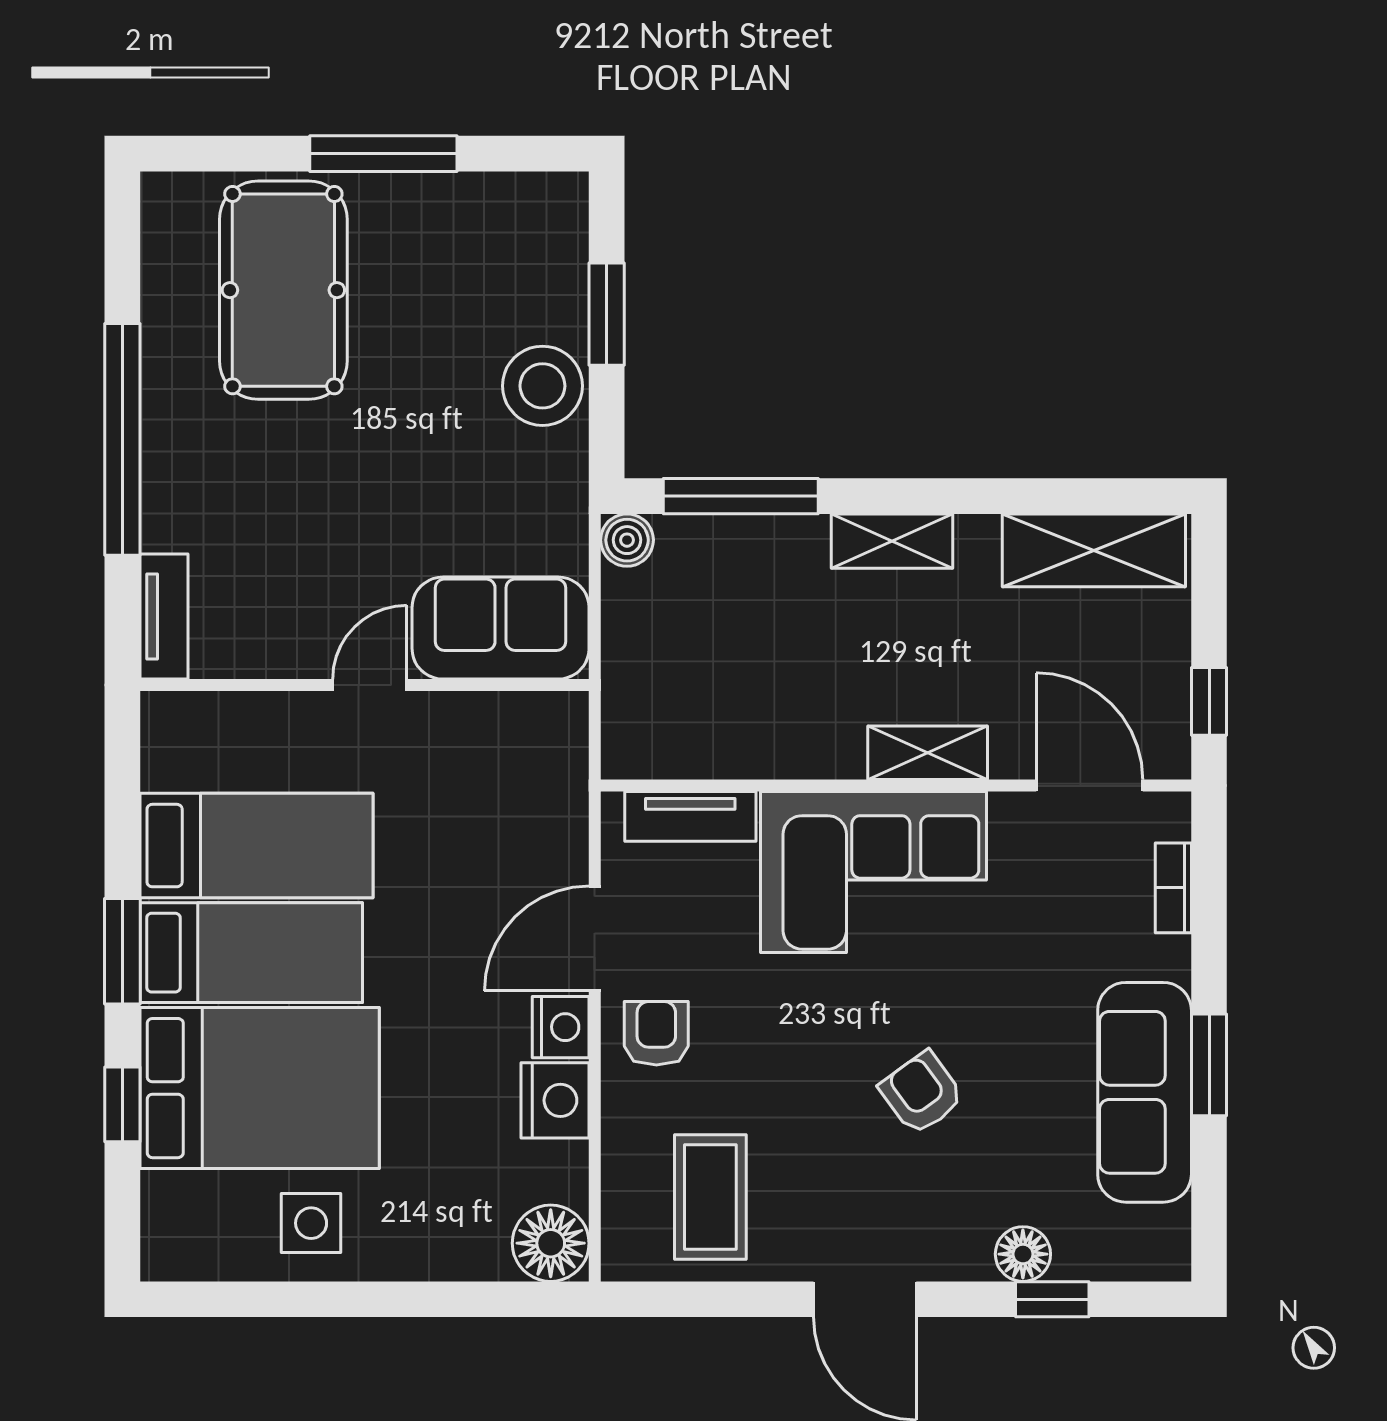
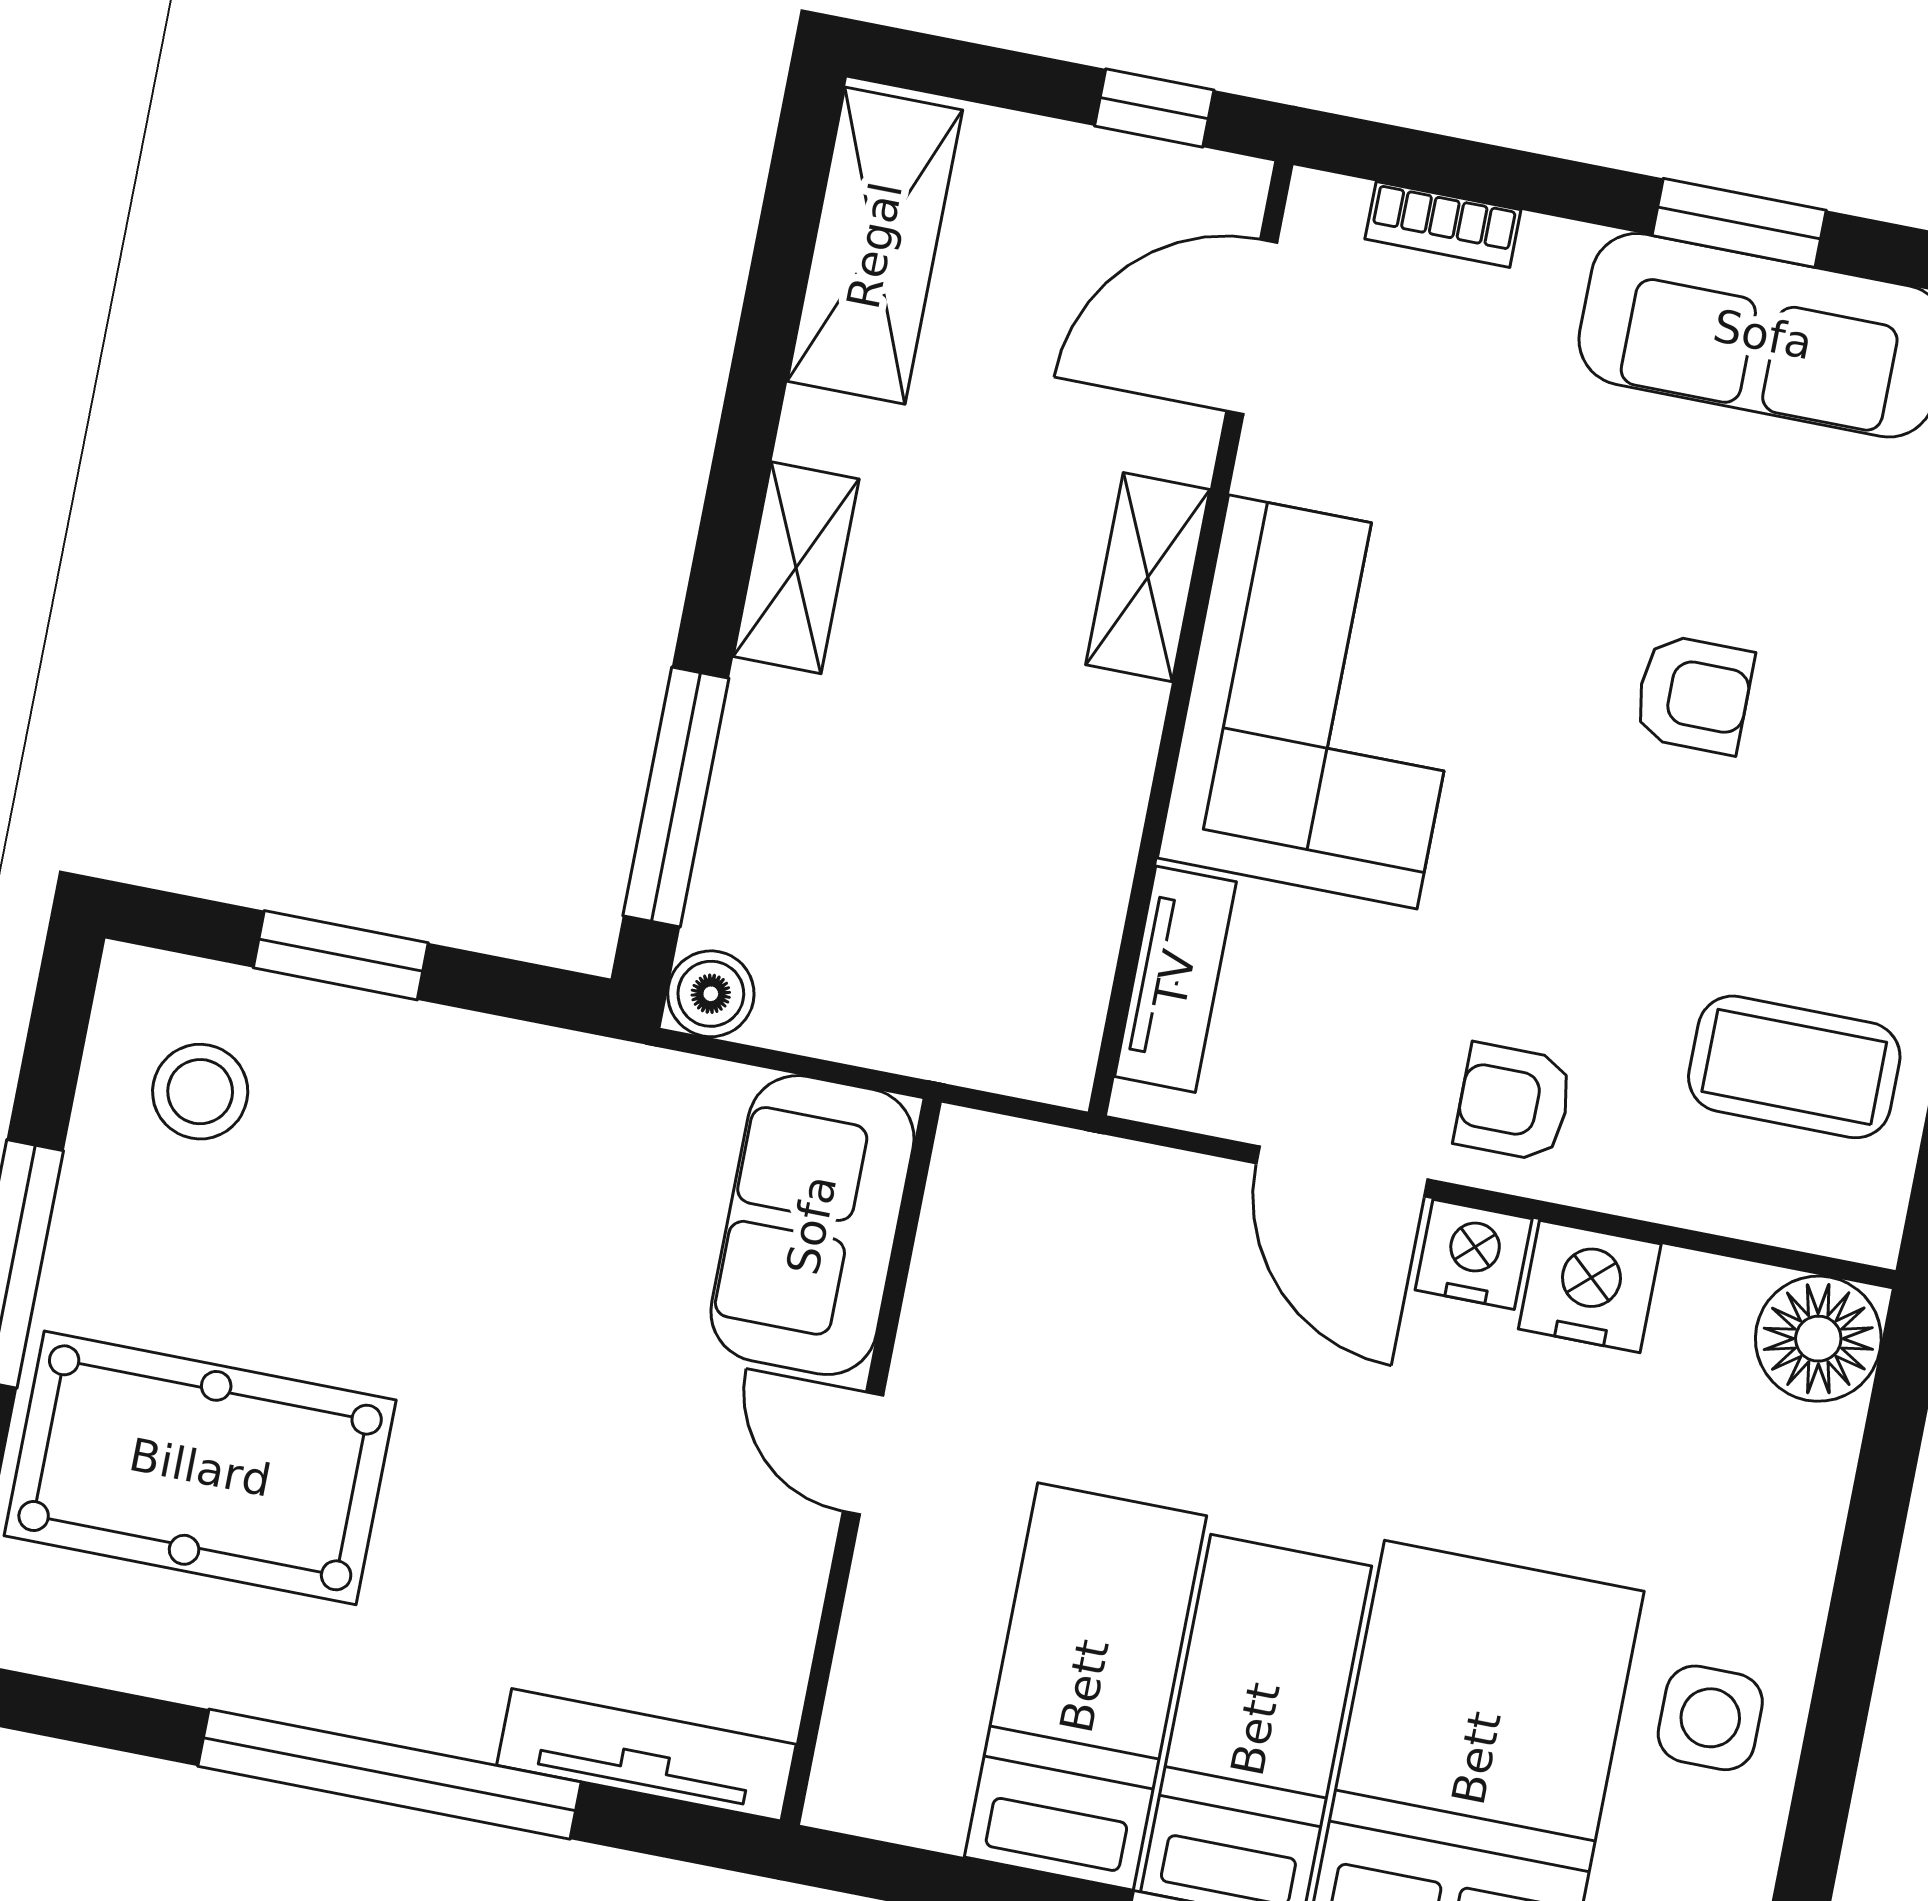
stool: (542, 386) -> (200, 1092), moved, width x0.73, depth x0.73
tv unit: (164, 616) -> (646, 1755), width x1.41
armchair: (922, 1093) -> (1694, 694), turned -144

